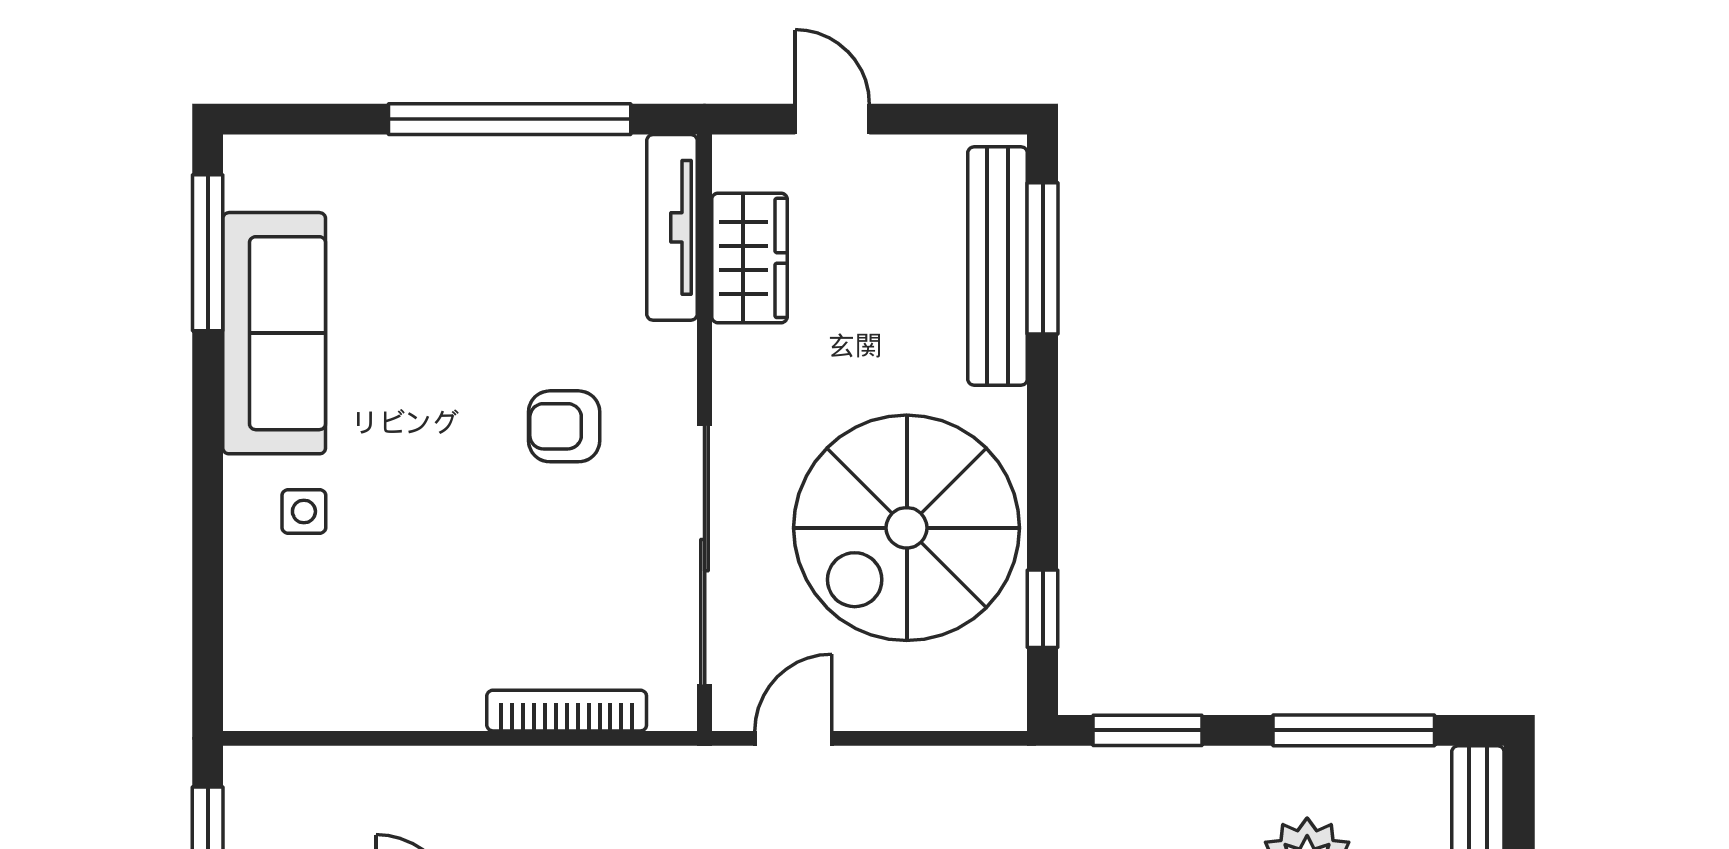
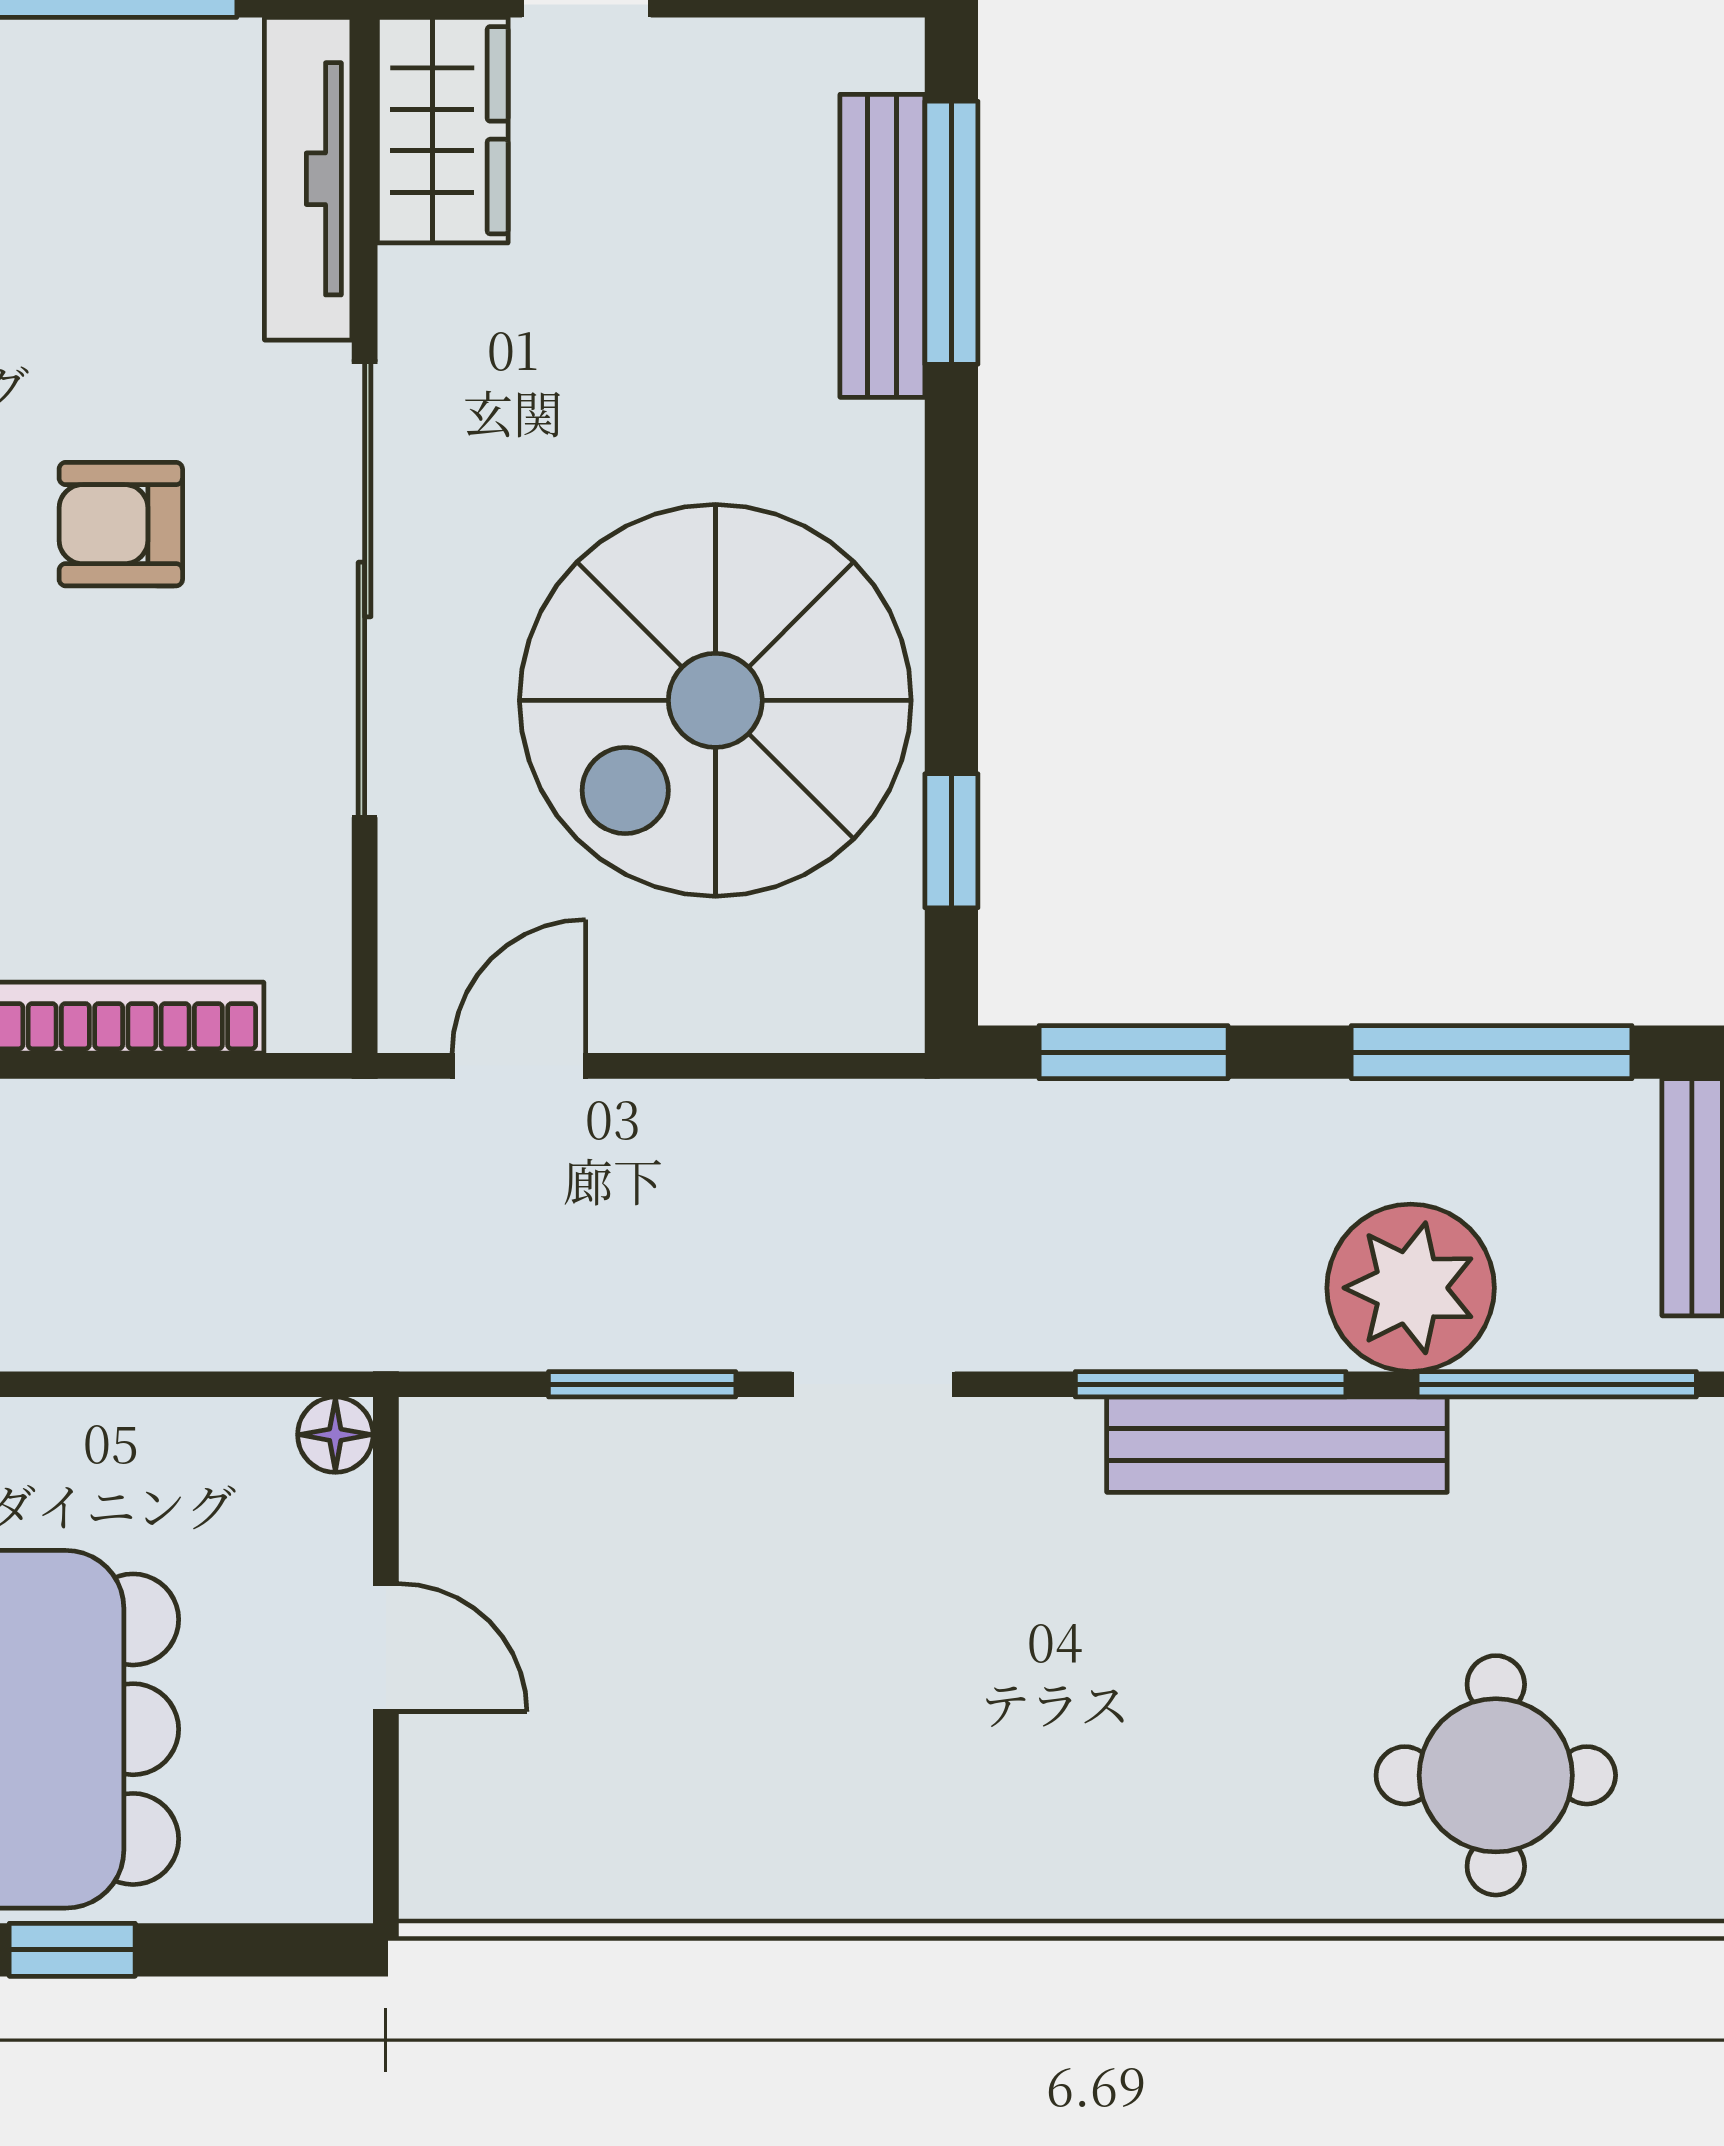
wardrobe: (749, 258) -> (443, 130), moved
bench: (998, 266) -> (882, 246), width x0.73, depth x0.82
sliding door: (705, 555) -> (365, 590), moved

